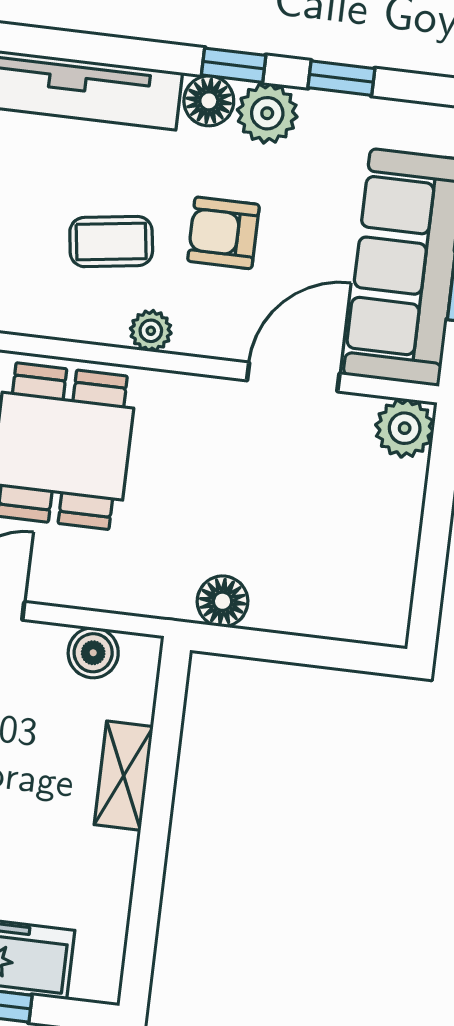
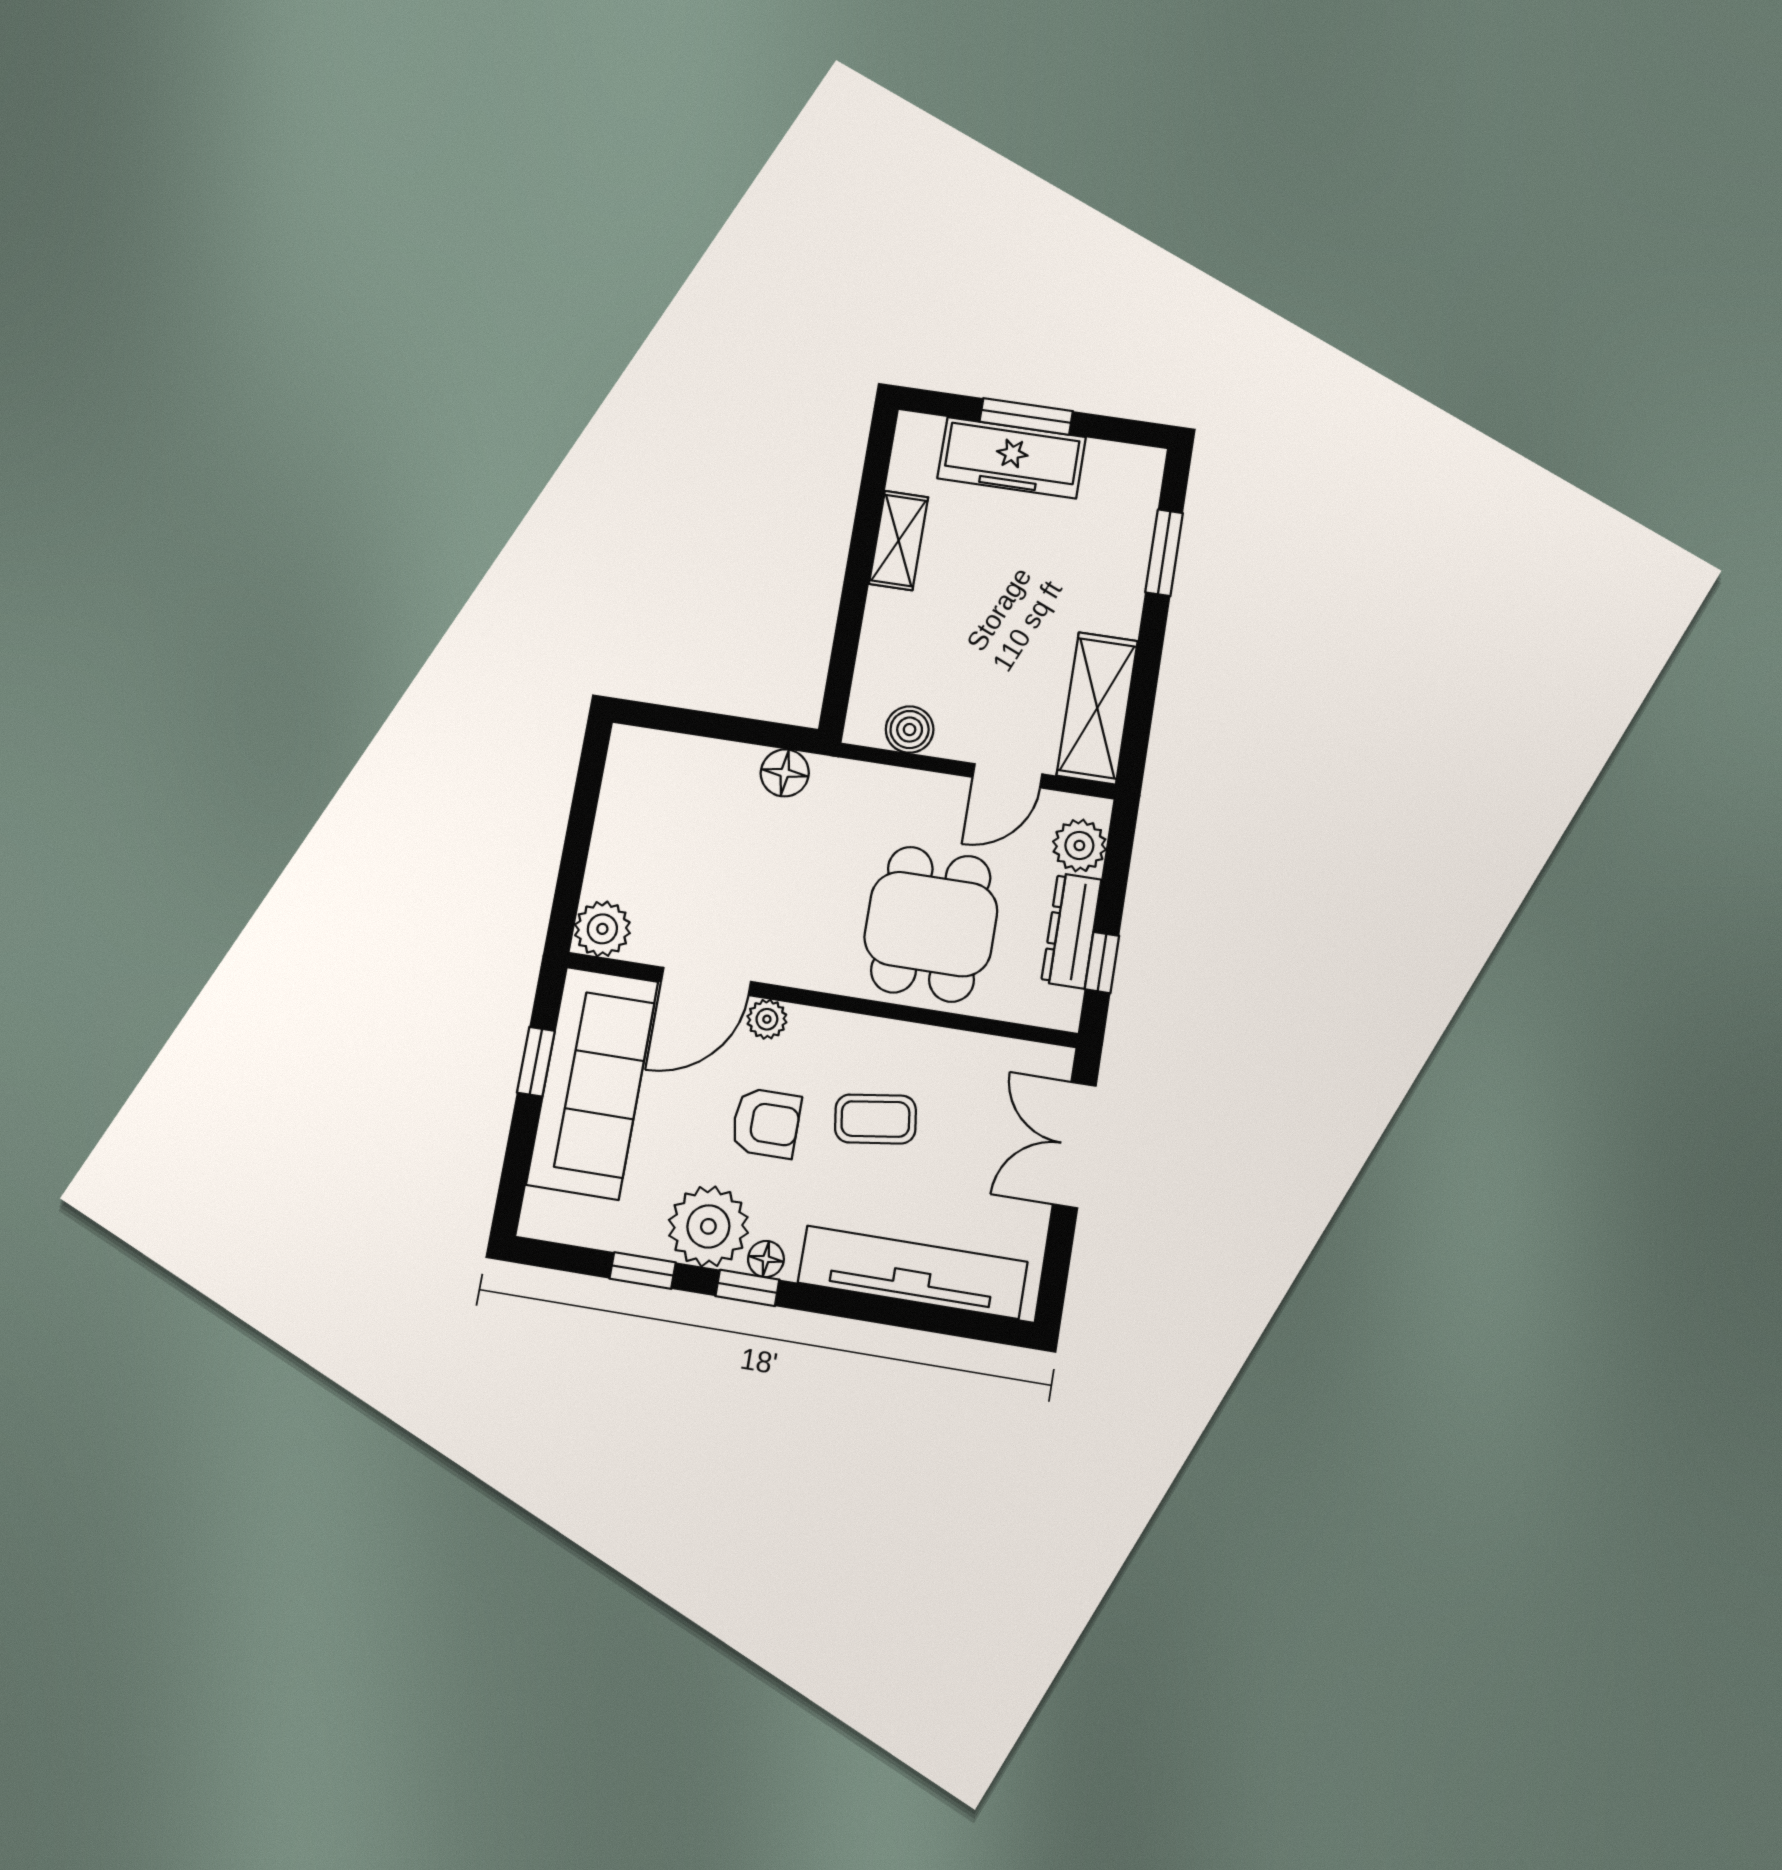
floor lamp: (209, 101) -> (766, 1259), width x0.73, depth x0.73
plant: (267, 113) -> (708, 1226), width x1.36, depth x1.36
plant: (151, 331) -> (767, 1019), moved
shelving: (124, 776) -> (899, 540), moved

